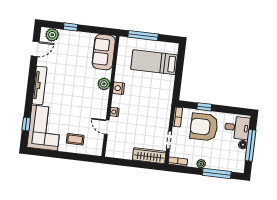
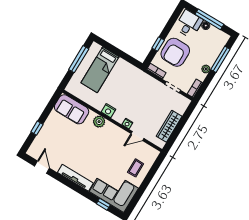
plant: (52, 35) -> (37, 147), removed
window: (143, 36) -> (79, 59), moved
wardrobe: (149, 156) -> (169, 126), moved

